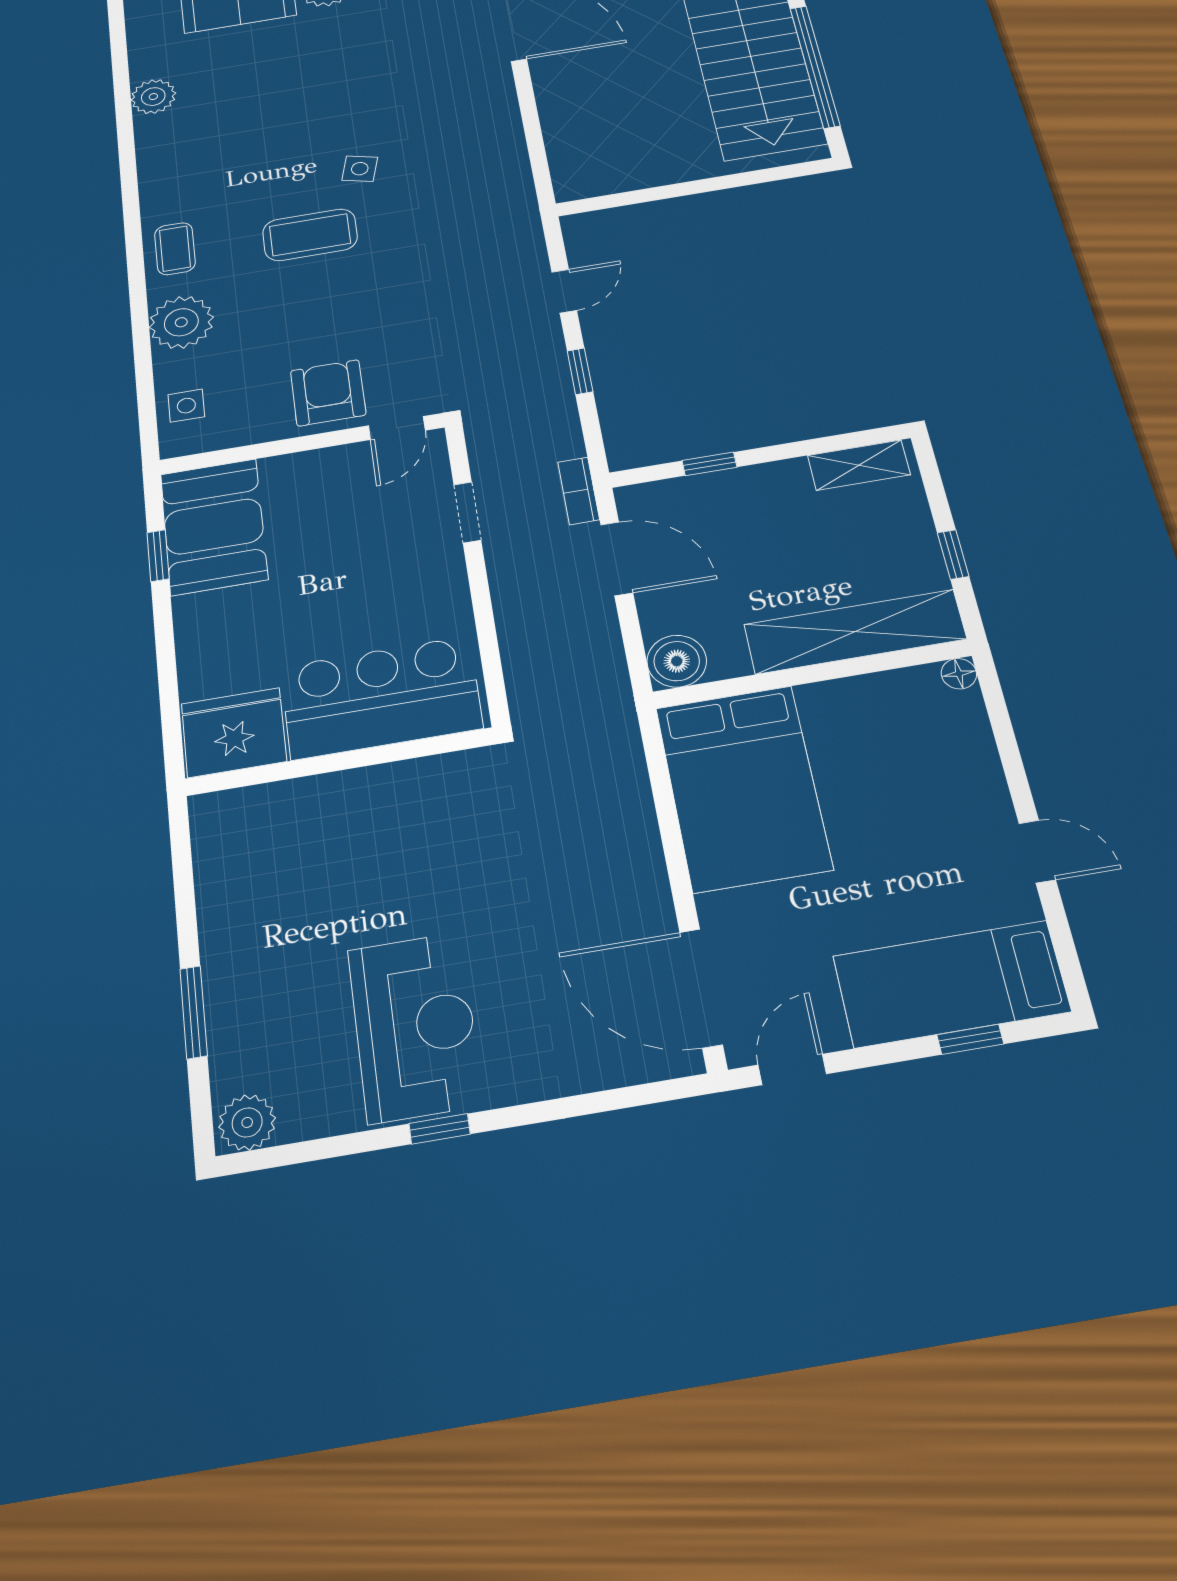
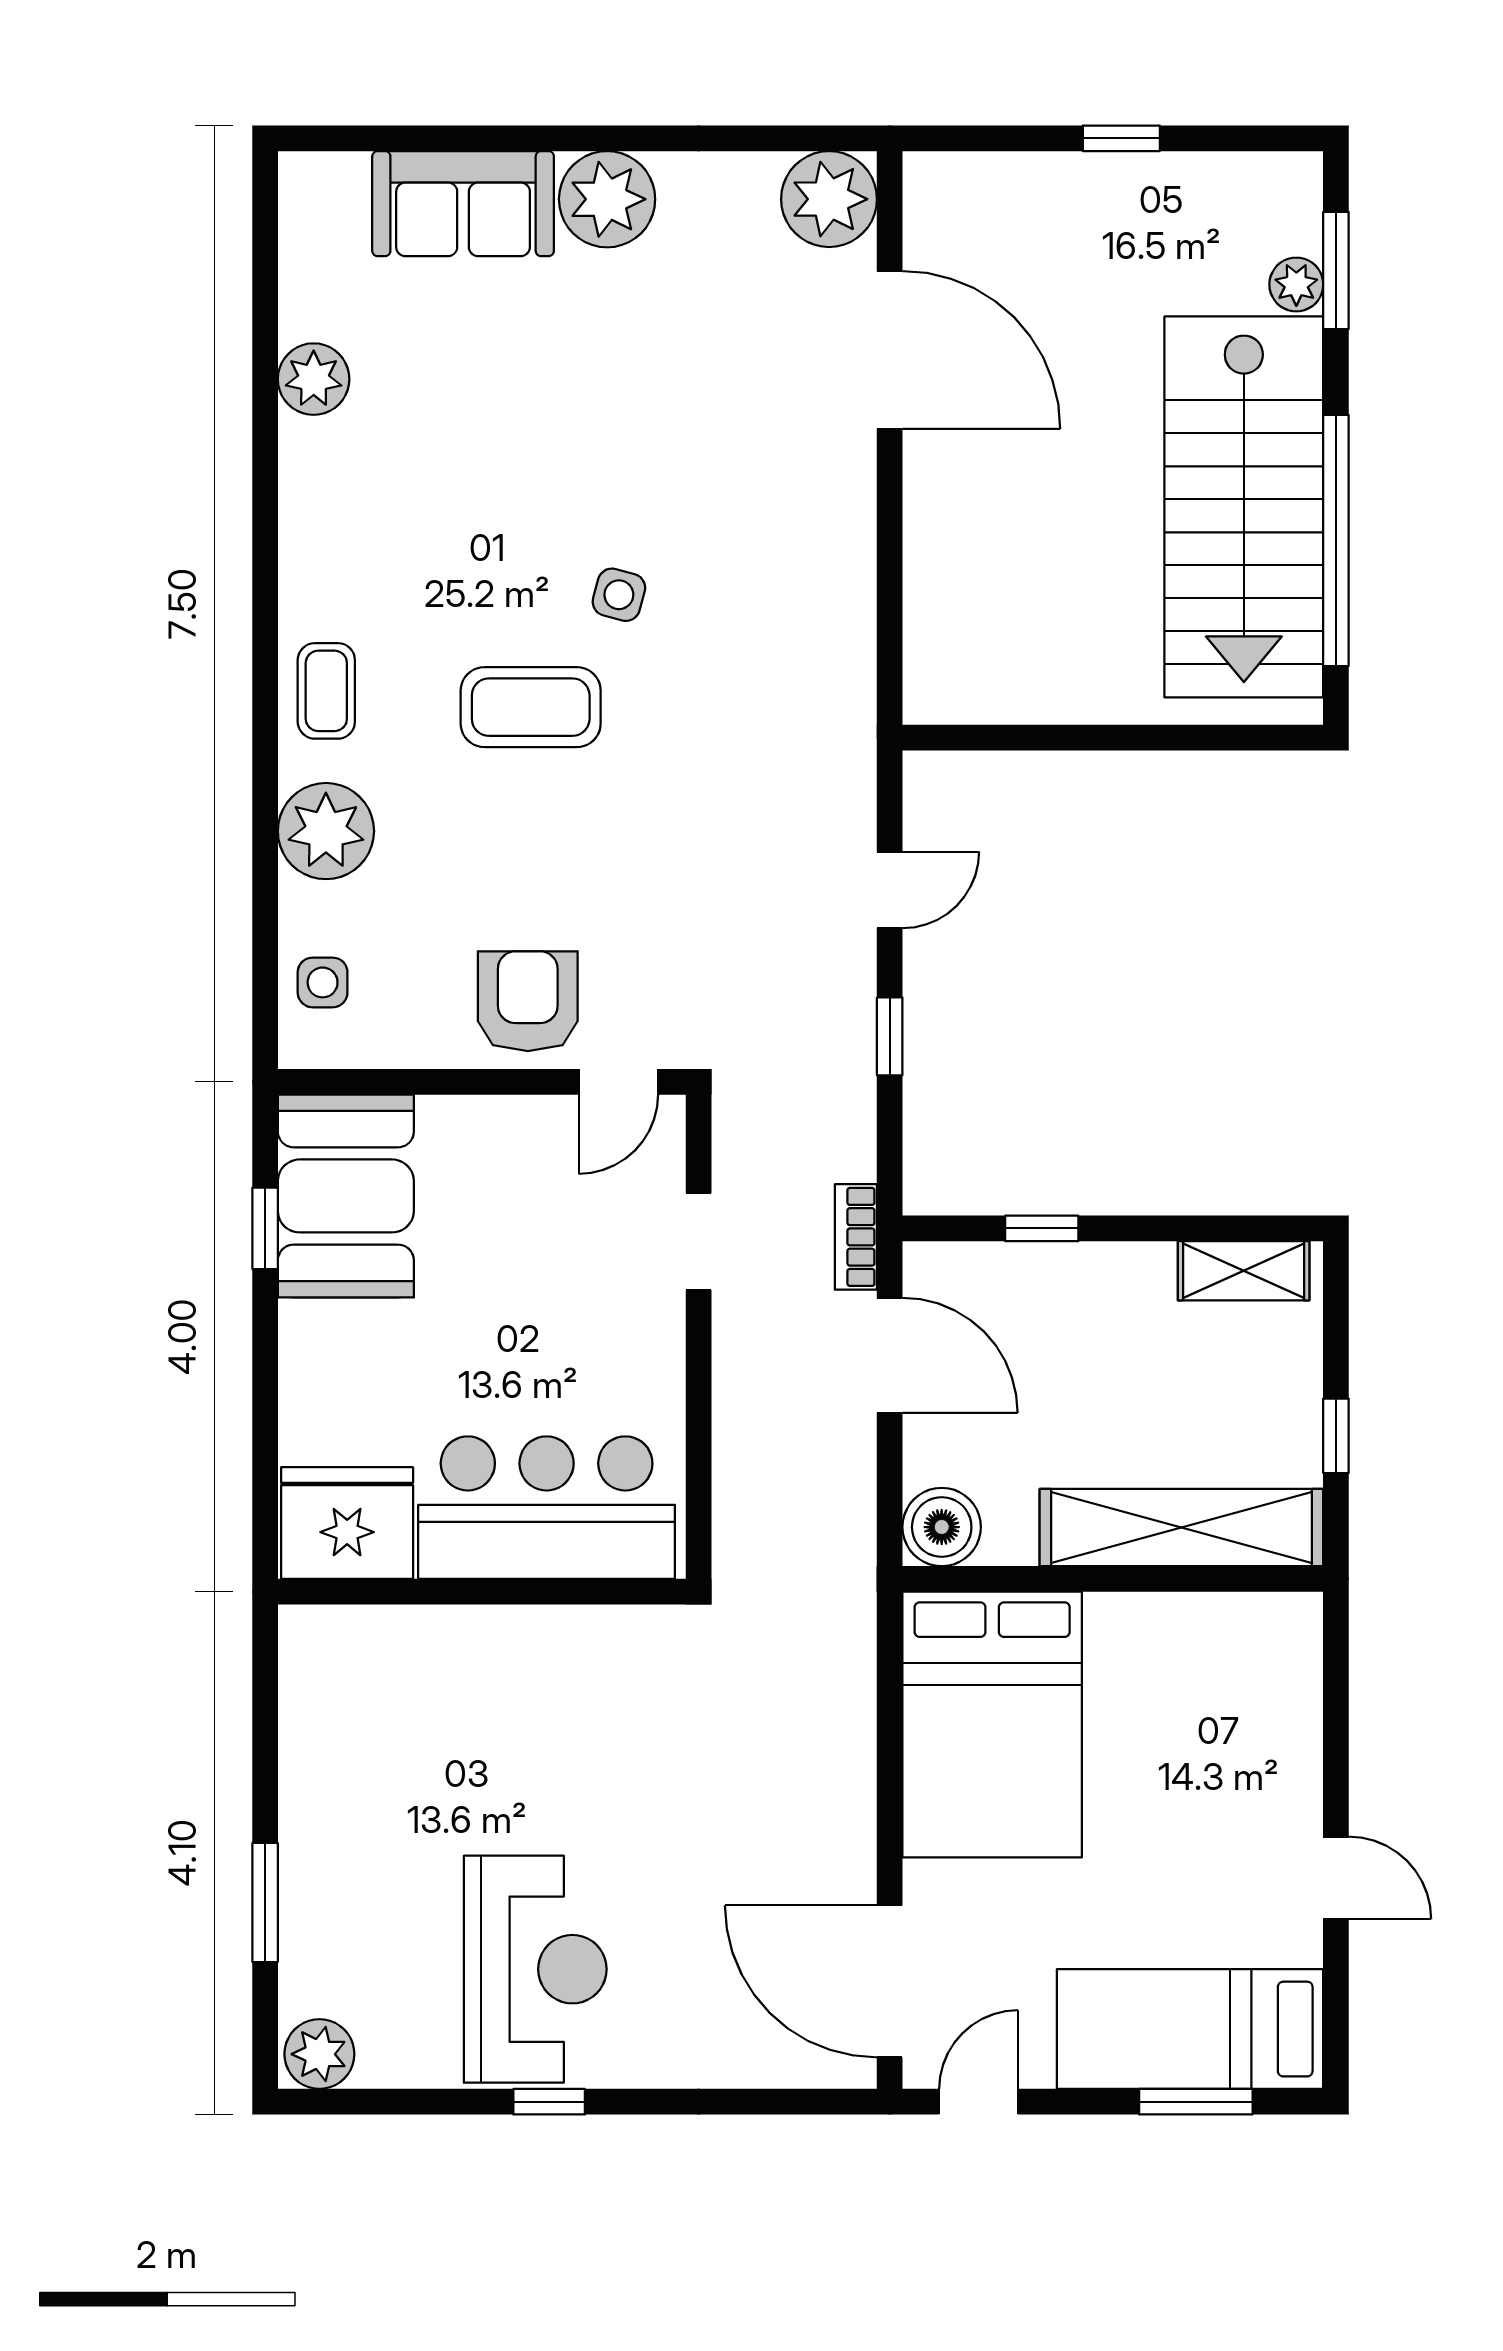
floor lamp: (959, 674) -> (1301, 1614), removed
window: (970, 1039) -> (1196, 2102), width x1.50

